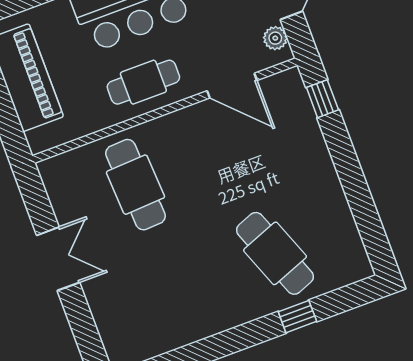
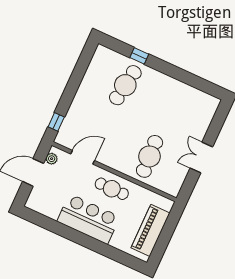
door: (232, 86) -> (83, 157), hinge flipped
cafe table: (275, 253) -> (125, 85), turned 30

